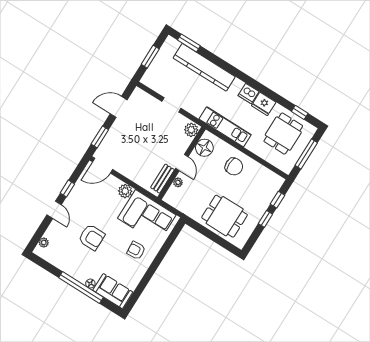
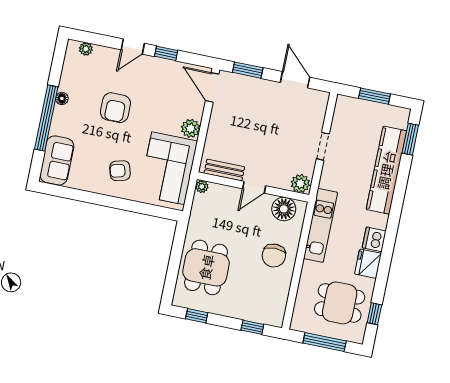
plant: (178, 182) -> (202, 187), moved
window: (265, 219) -> (197, 316), moved
armchair: (136, 250) -> (120, 171), turned -101
floor lamp: (90, 284) -> (62, 98), moved

